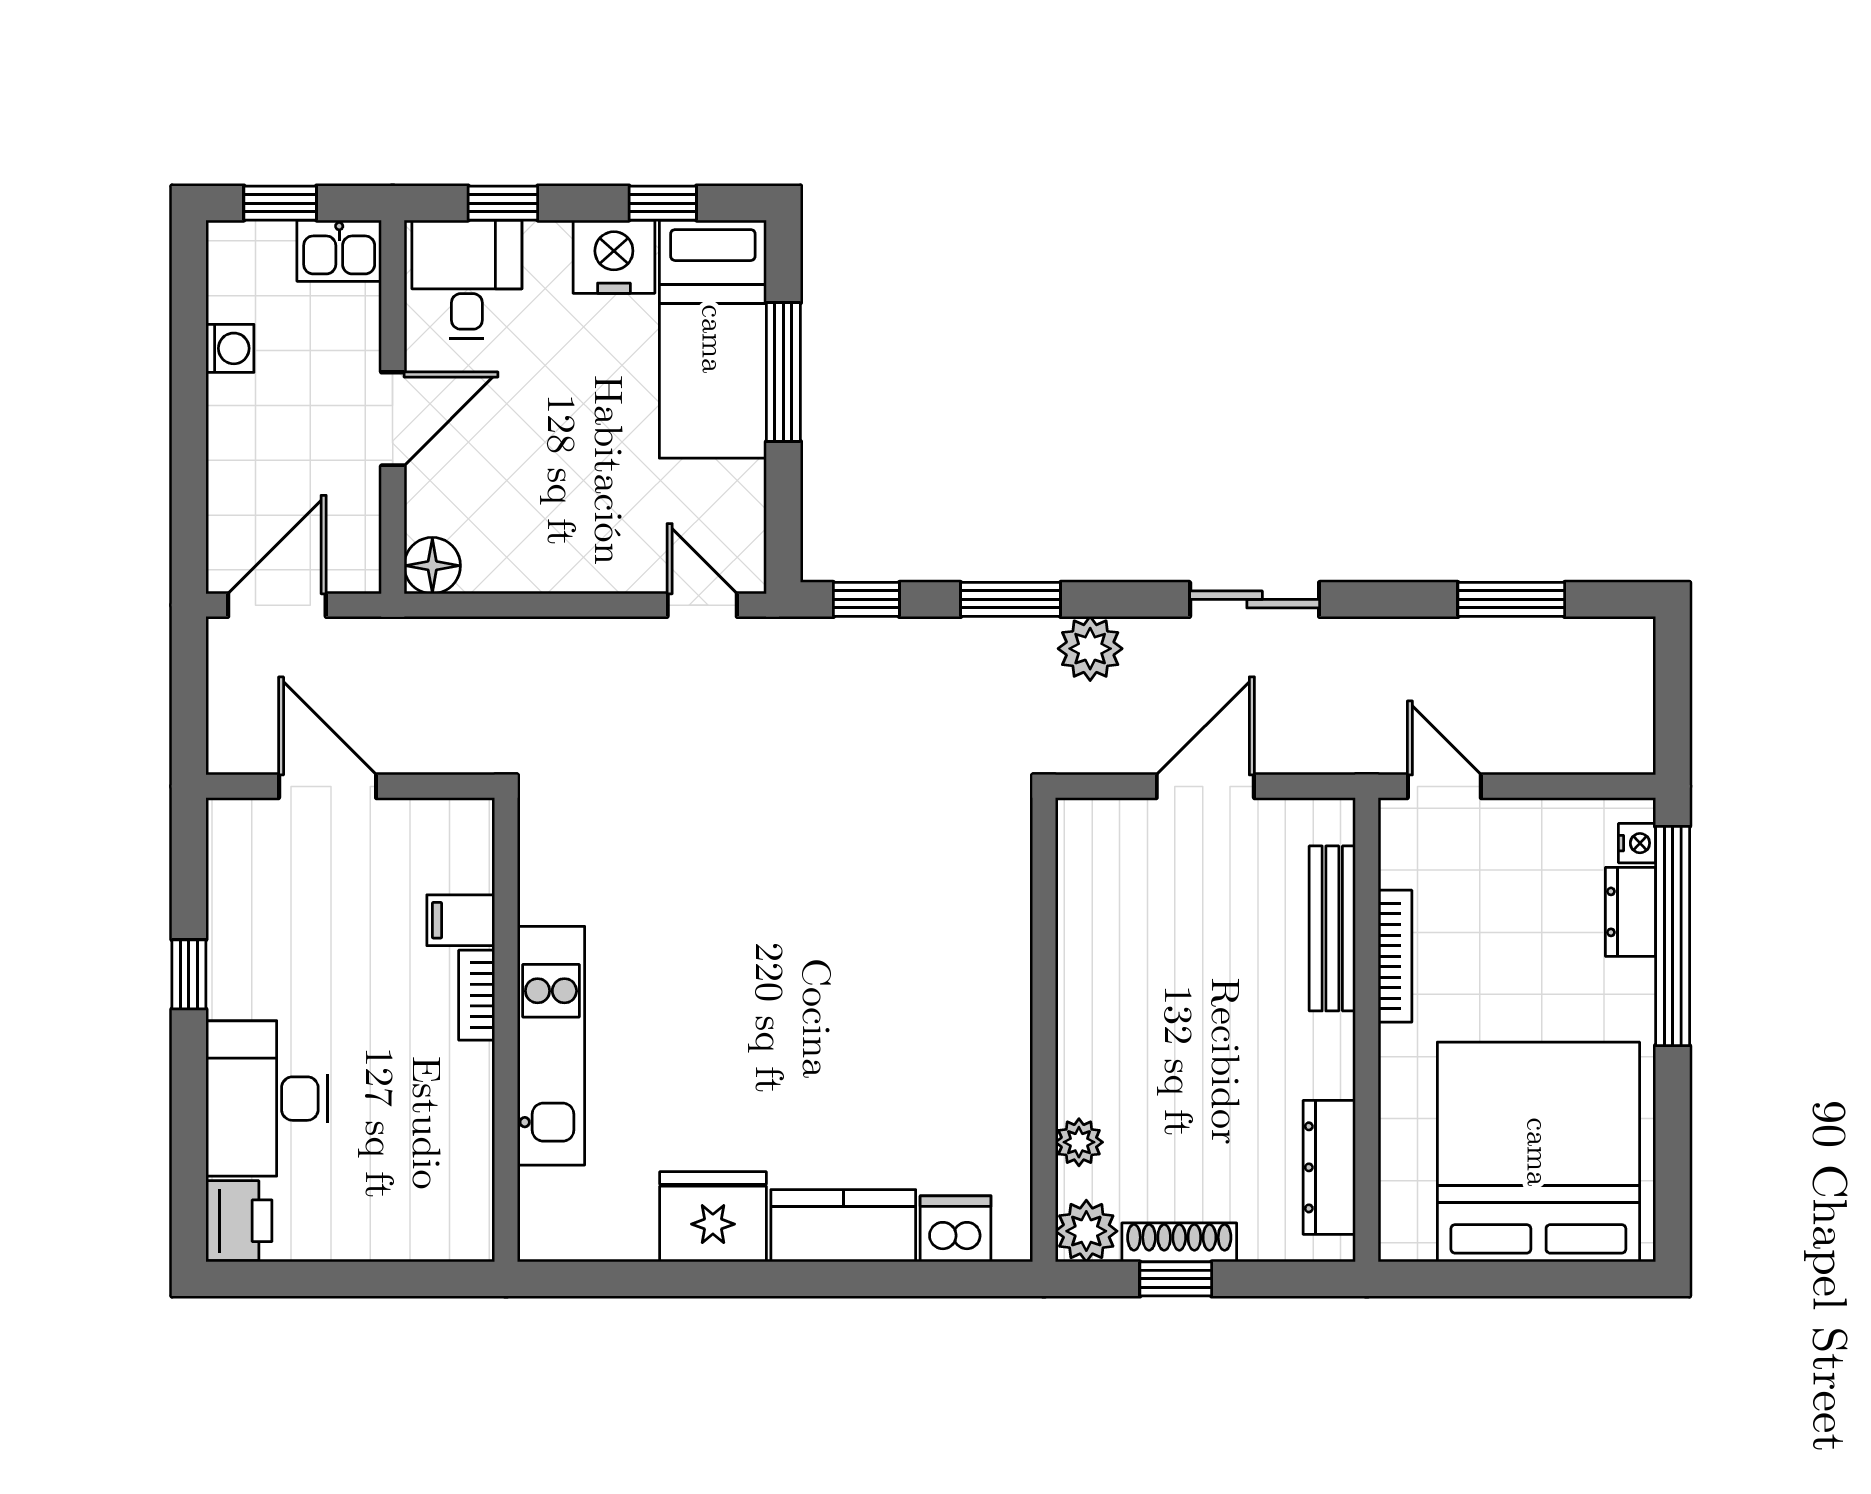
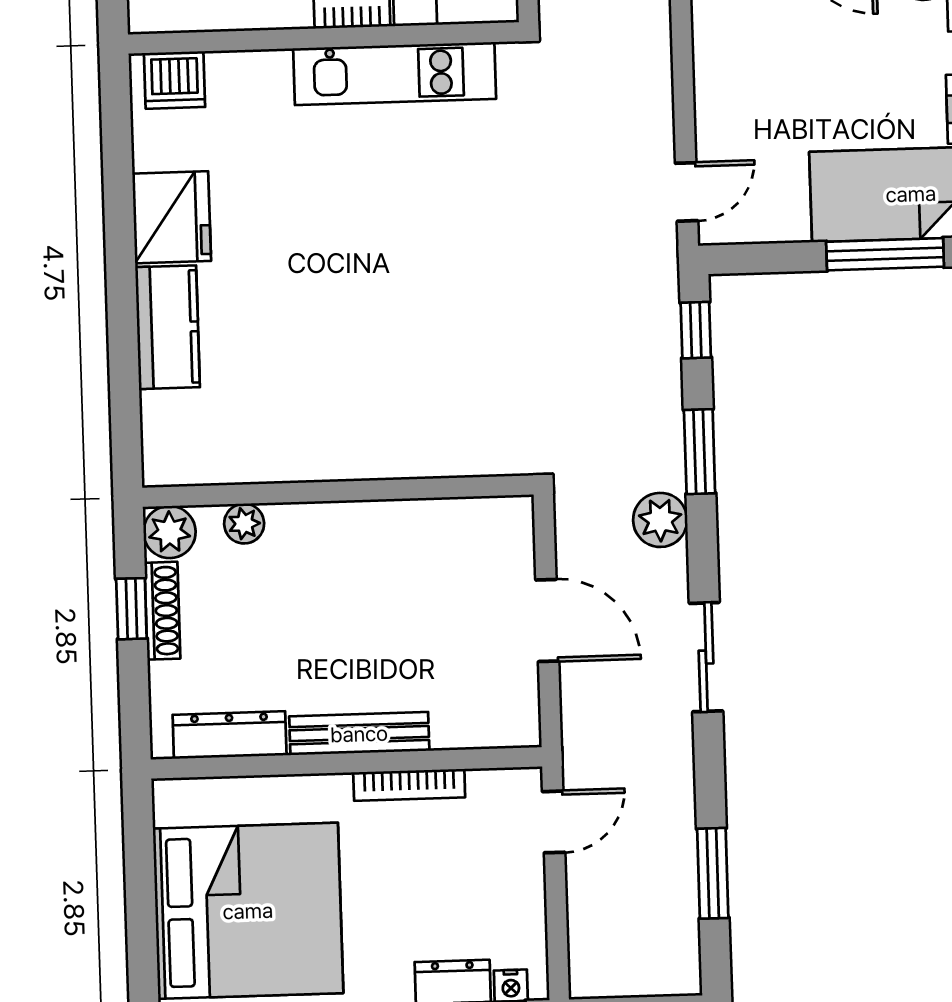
bench: (1332, 928) -> (359, 734), moved
kitchen unit: (551, 1046) -> (395, 74), moved
dishwasher: (956, 1229) -> (175, 80), moved, turned 90

